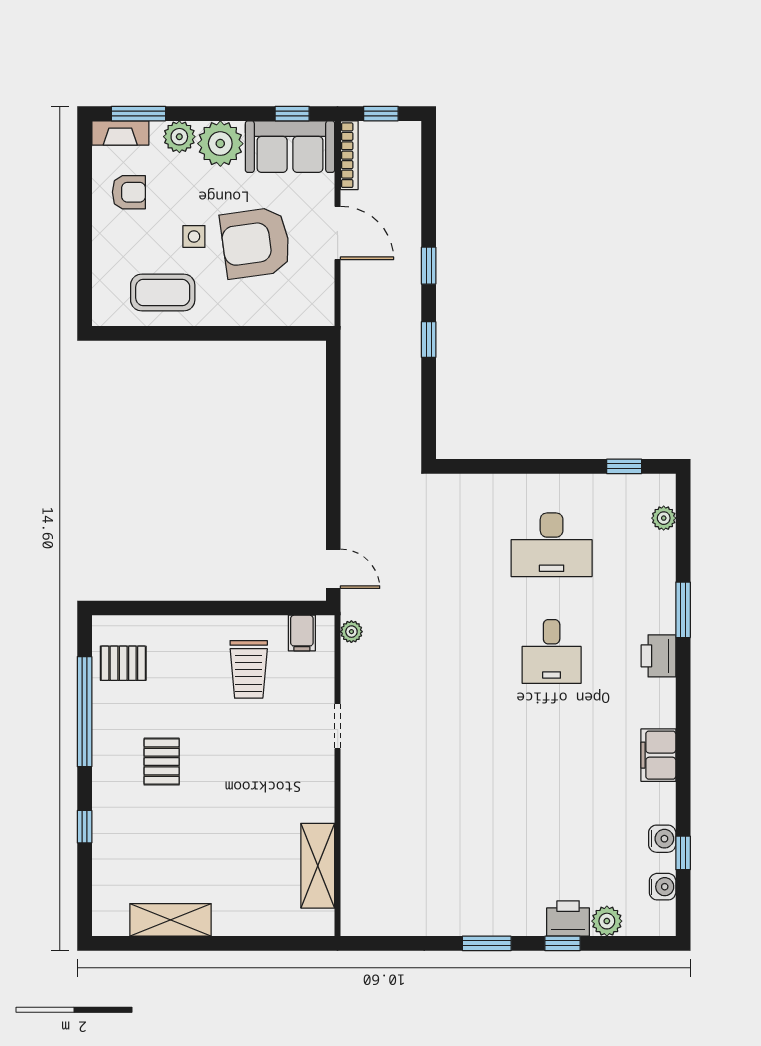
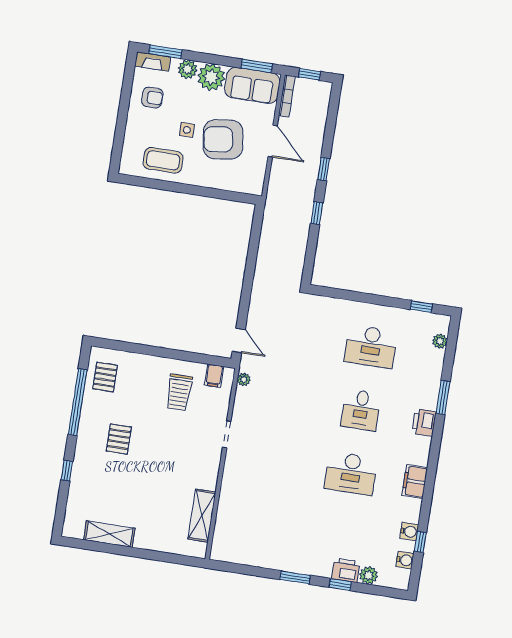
window: (292, 114) -> (257, 66), width x1.50
pallet: (123, 663) -> (105, 377), turned 90
desk: (552, 758) -> (351, 473), added

